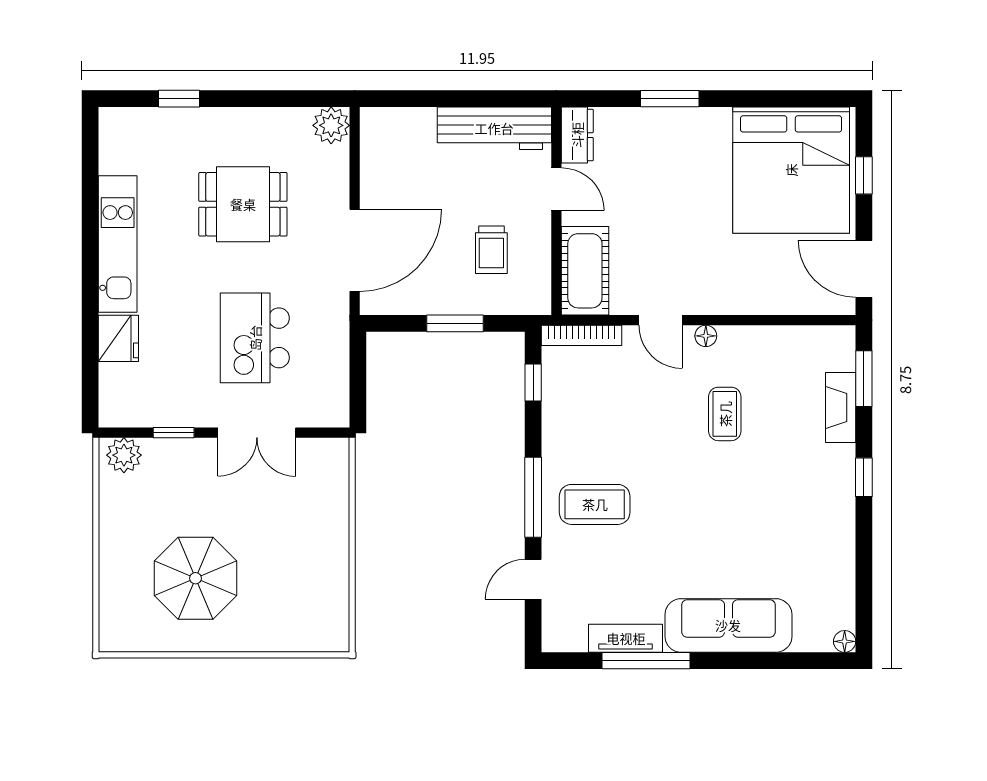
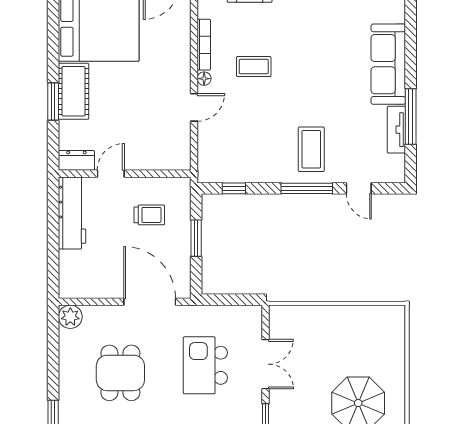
cot: (585, 271) -> (73, 91), moved, turned 90
bookcase: (581, 335) -> (204, 45), moved
kitchen island: (255, 338) -> (205, 365), turned 90

